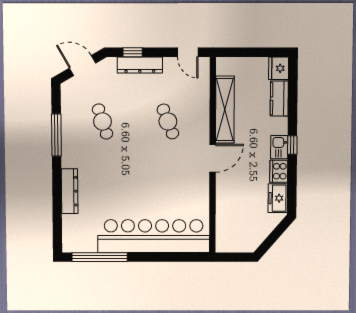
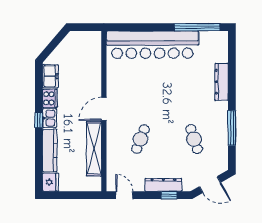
kitchen counter: (279, 99) -> (50, 150), width x1.50
cafe table: (168, 121) -> (141, 139), turned 42

